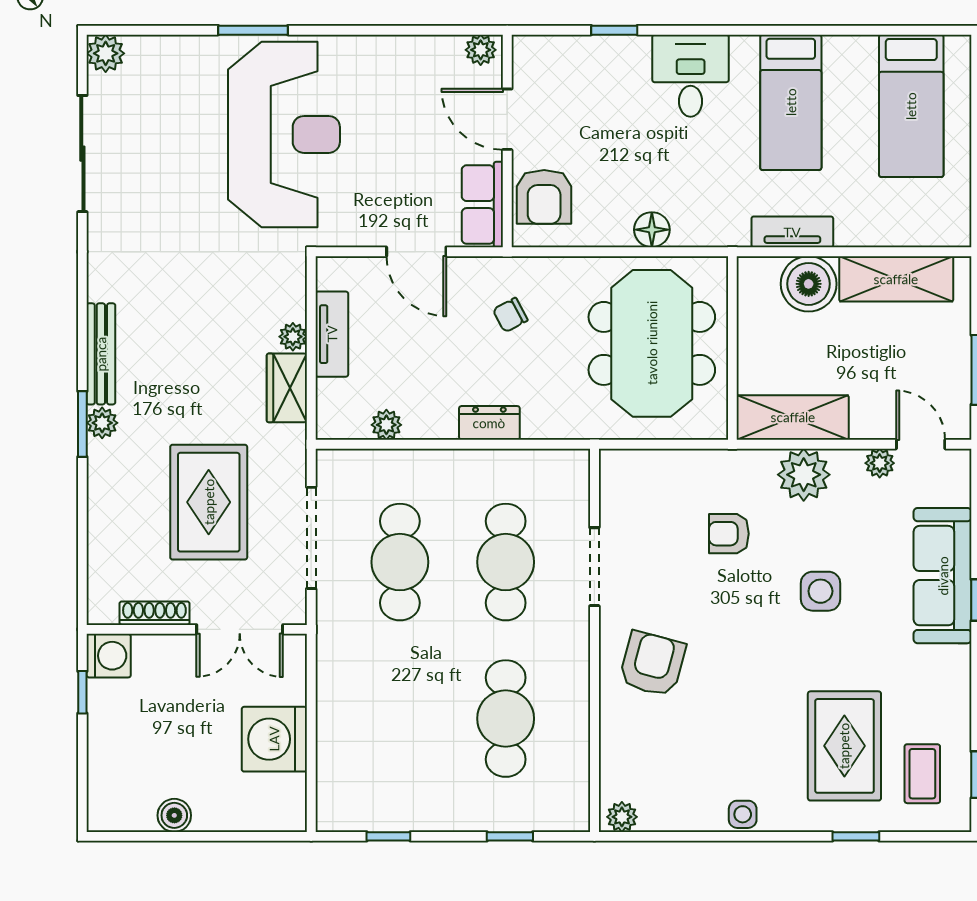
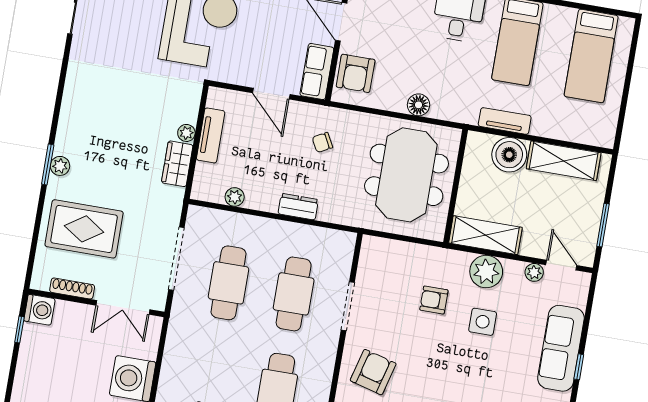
bench: (101, 354) -> (66, 123), removed
rug: (209, 502) -> (84, 229), moved, turned 90
side table: (820, 591) -> (483, 322), moved

